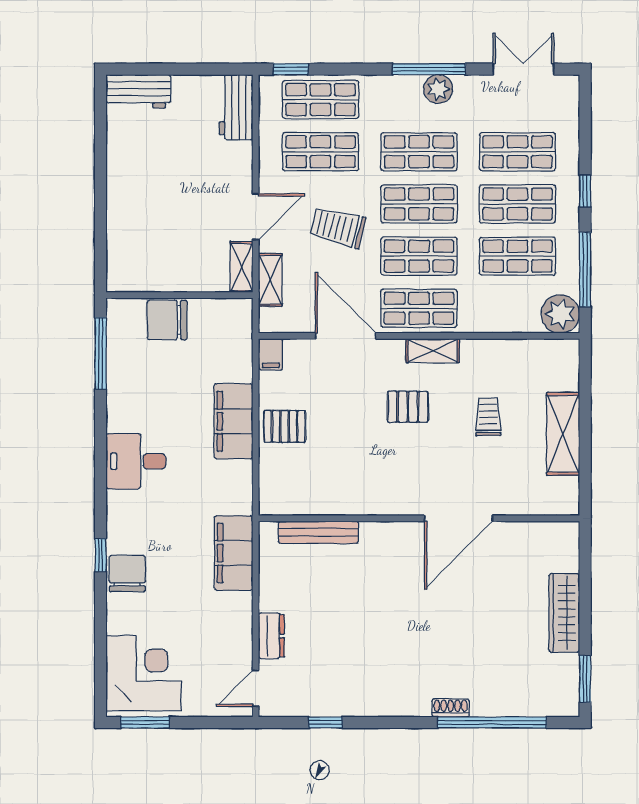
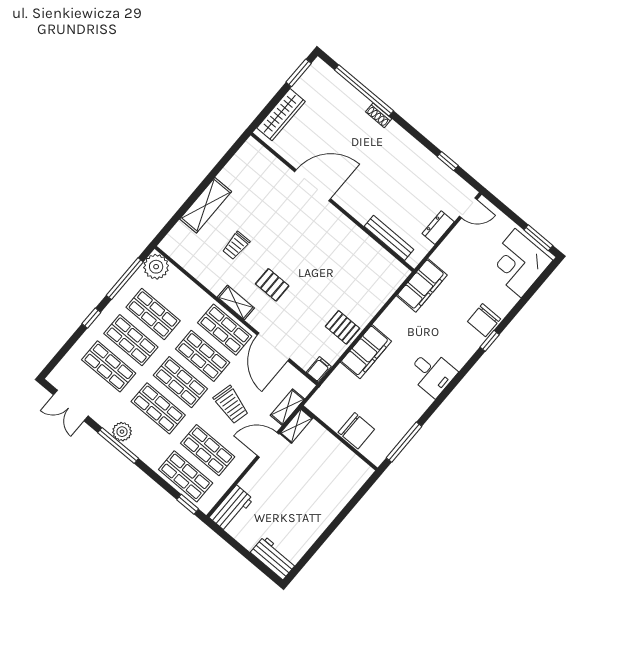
wall: (419, 518) -> (332, 202), moved
door: (459, 518) -> (313, 185), moved
bench: (318, 532) -> (389, 238), moved

